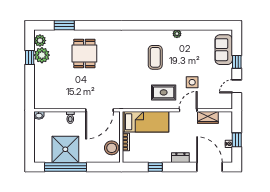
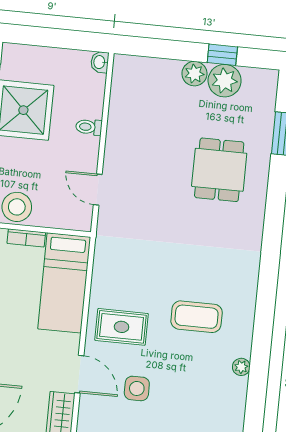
plant: (40, 41) -> (194, 74), moved
dining table: (84, 54) -> (219, 170), turned 90
rug: (164, 92) -> (122, 327), turned 90
door: (100, 110) -> (98, 190), width x0.53

